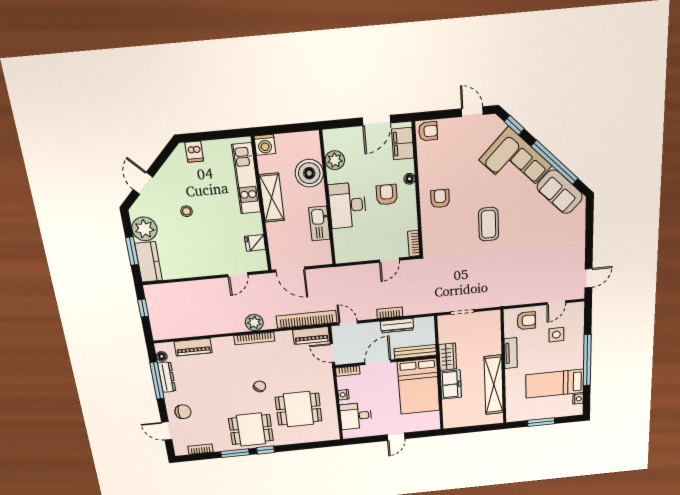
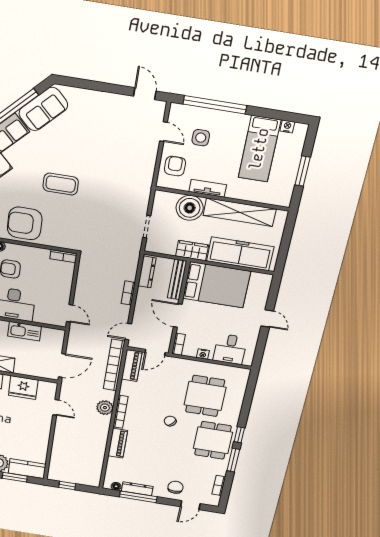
armchair: (440, 199) -> (25, 223), width x1.88, depth x1.88
fridge: (255, 243) -> (23, 388), width x1.88, depth x1.34
door: (389, 260) -> (70, 313), moved
dresser: (397, 326) -> (147, 272), moved
boiler: (489, 343) -> (190, 208), added
piano: (193, 347) -> (118, 443), moved
window: (587, 360) -> (215, 105), moved
freezer: (451, 385) -> (240, 254), width x1.91, depth x1.26

